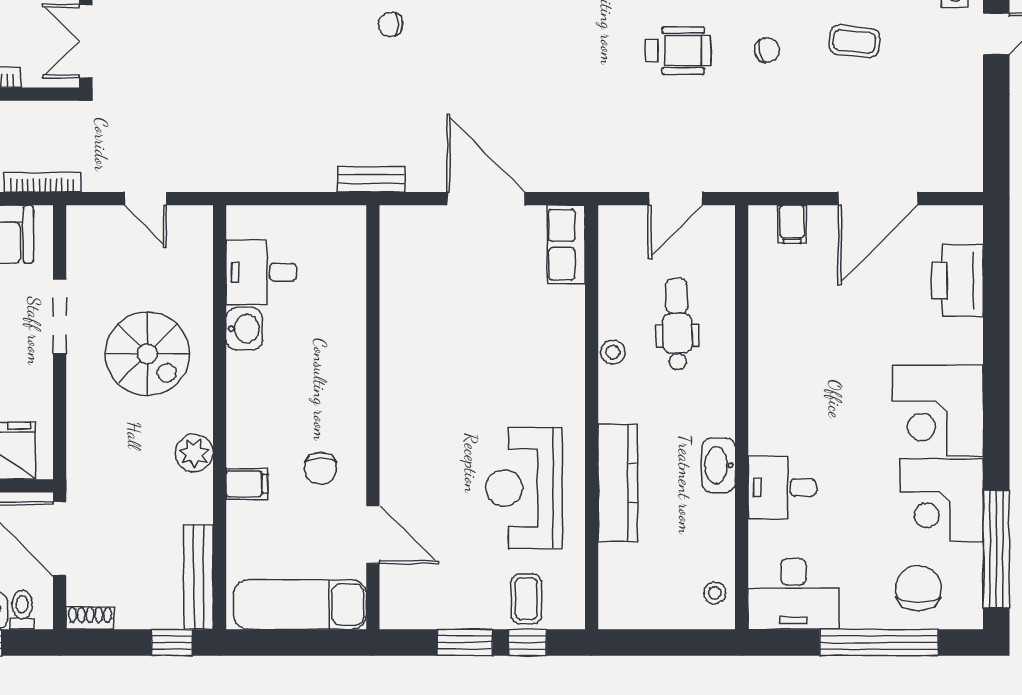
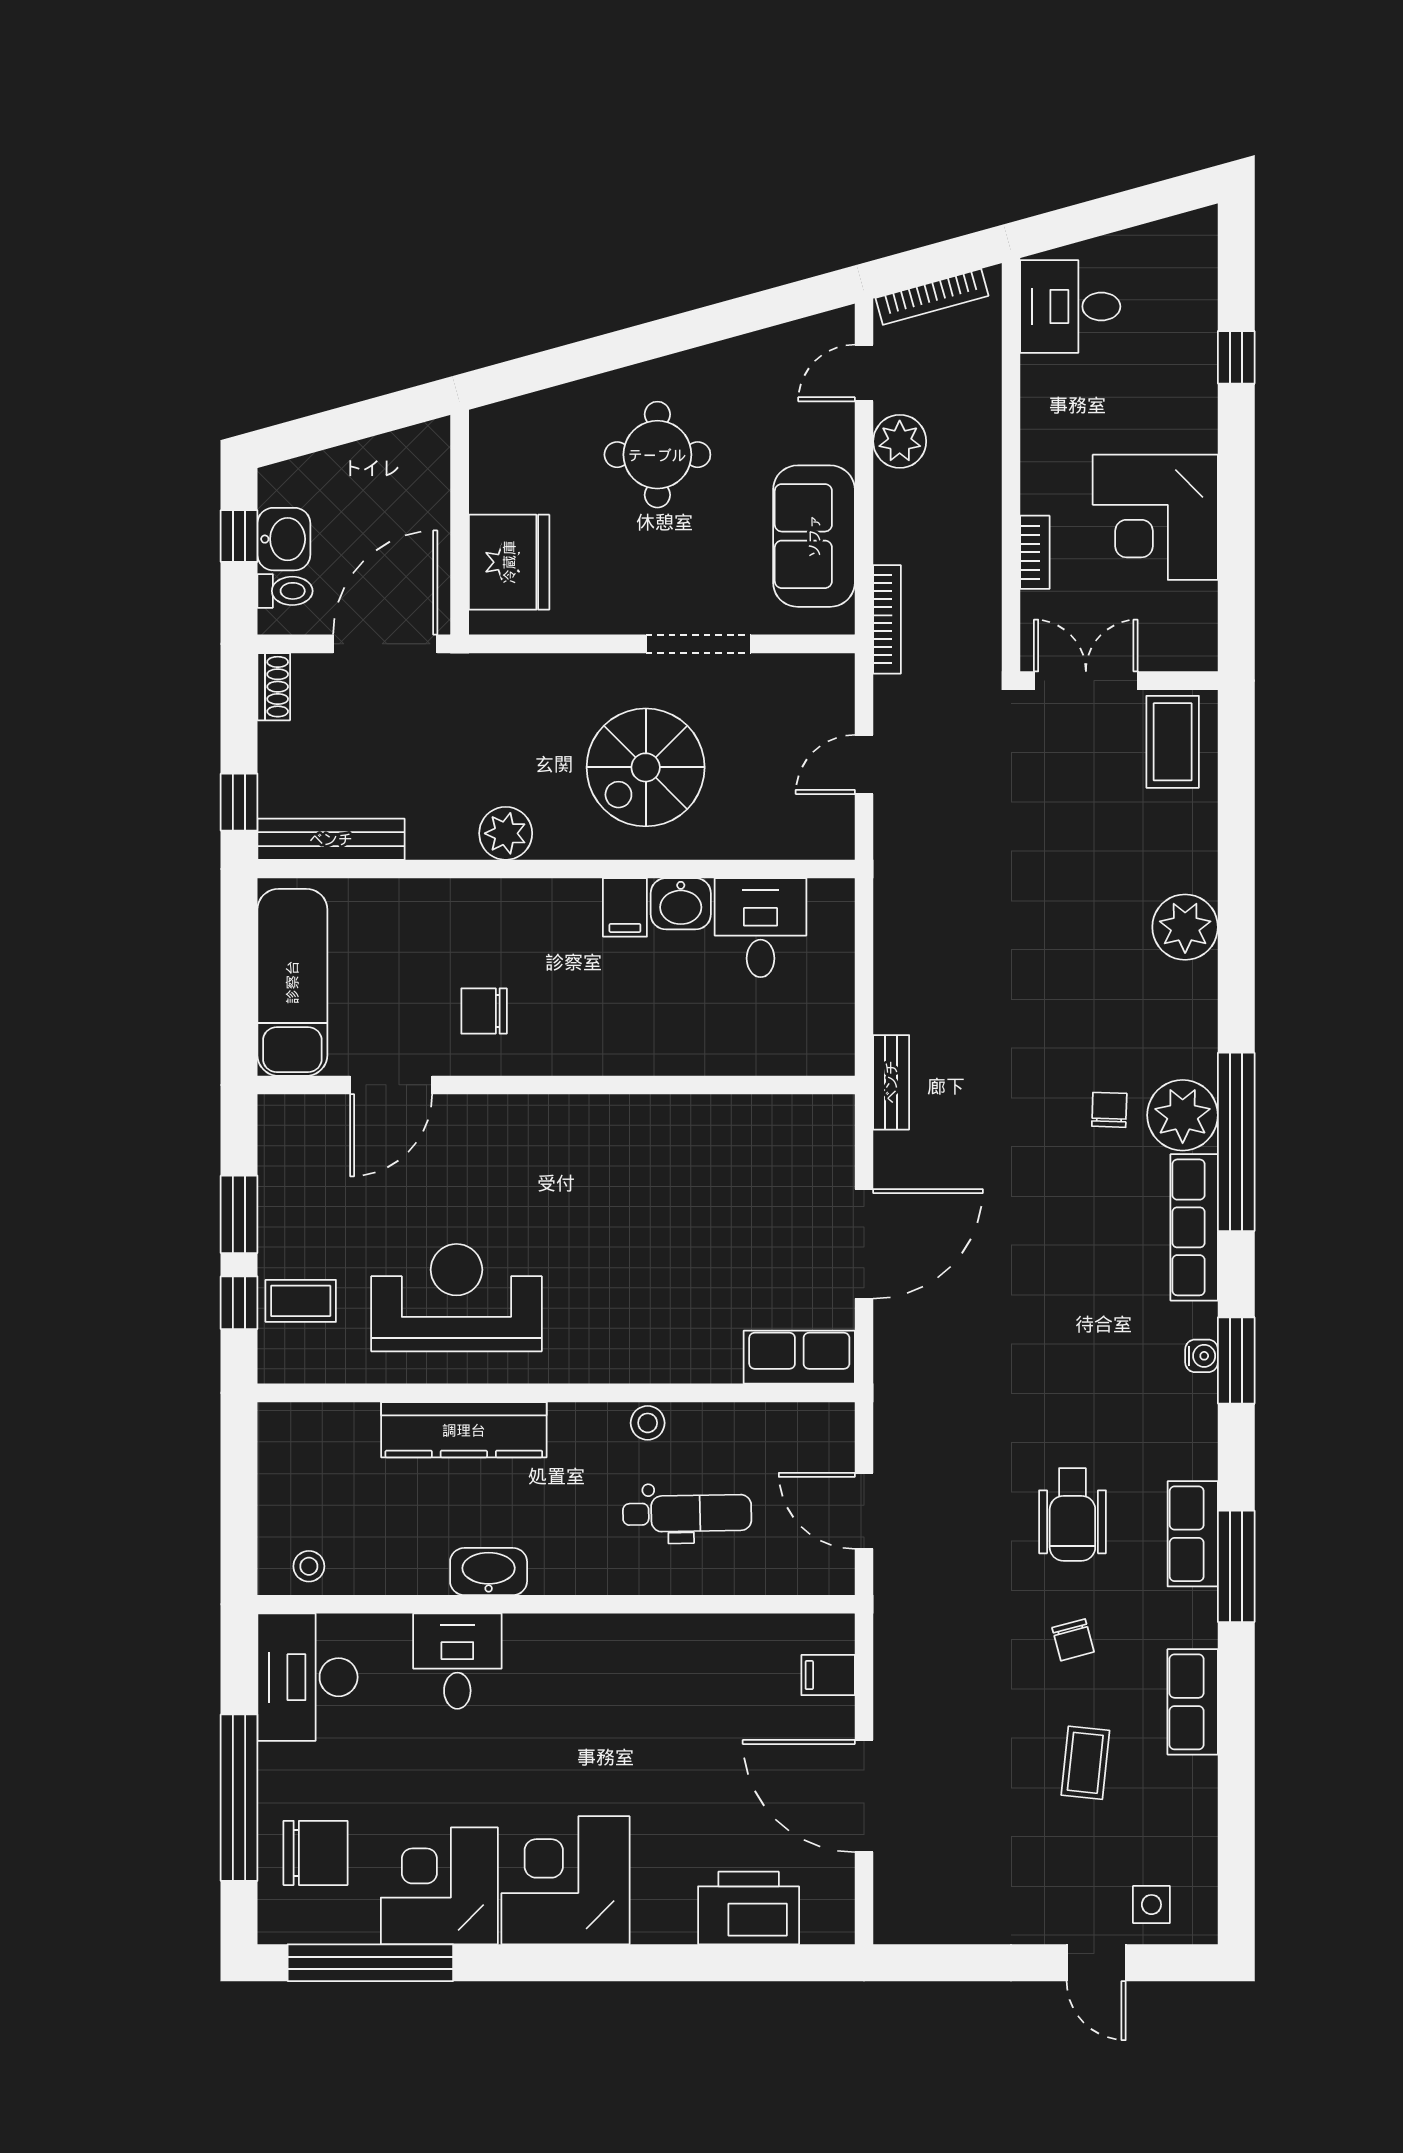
filing cabinet: (247, 484) -> (625, 907), moved

